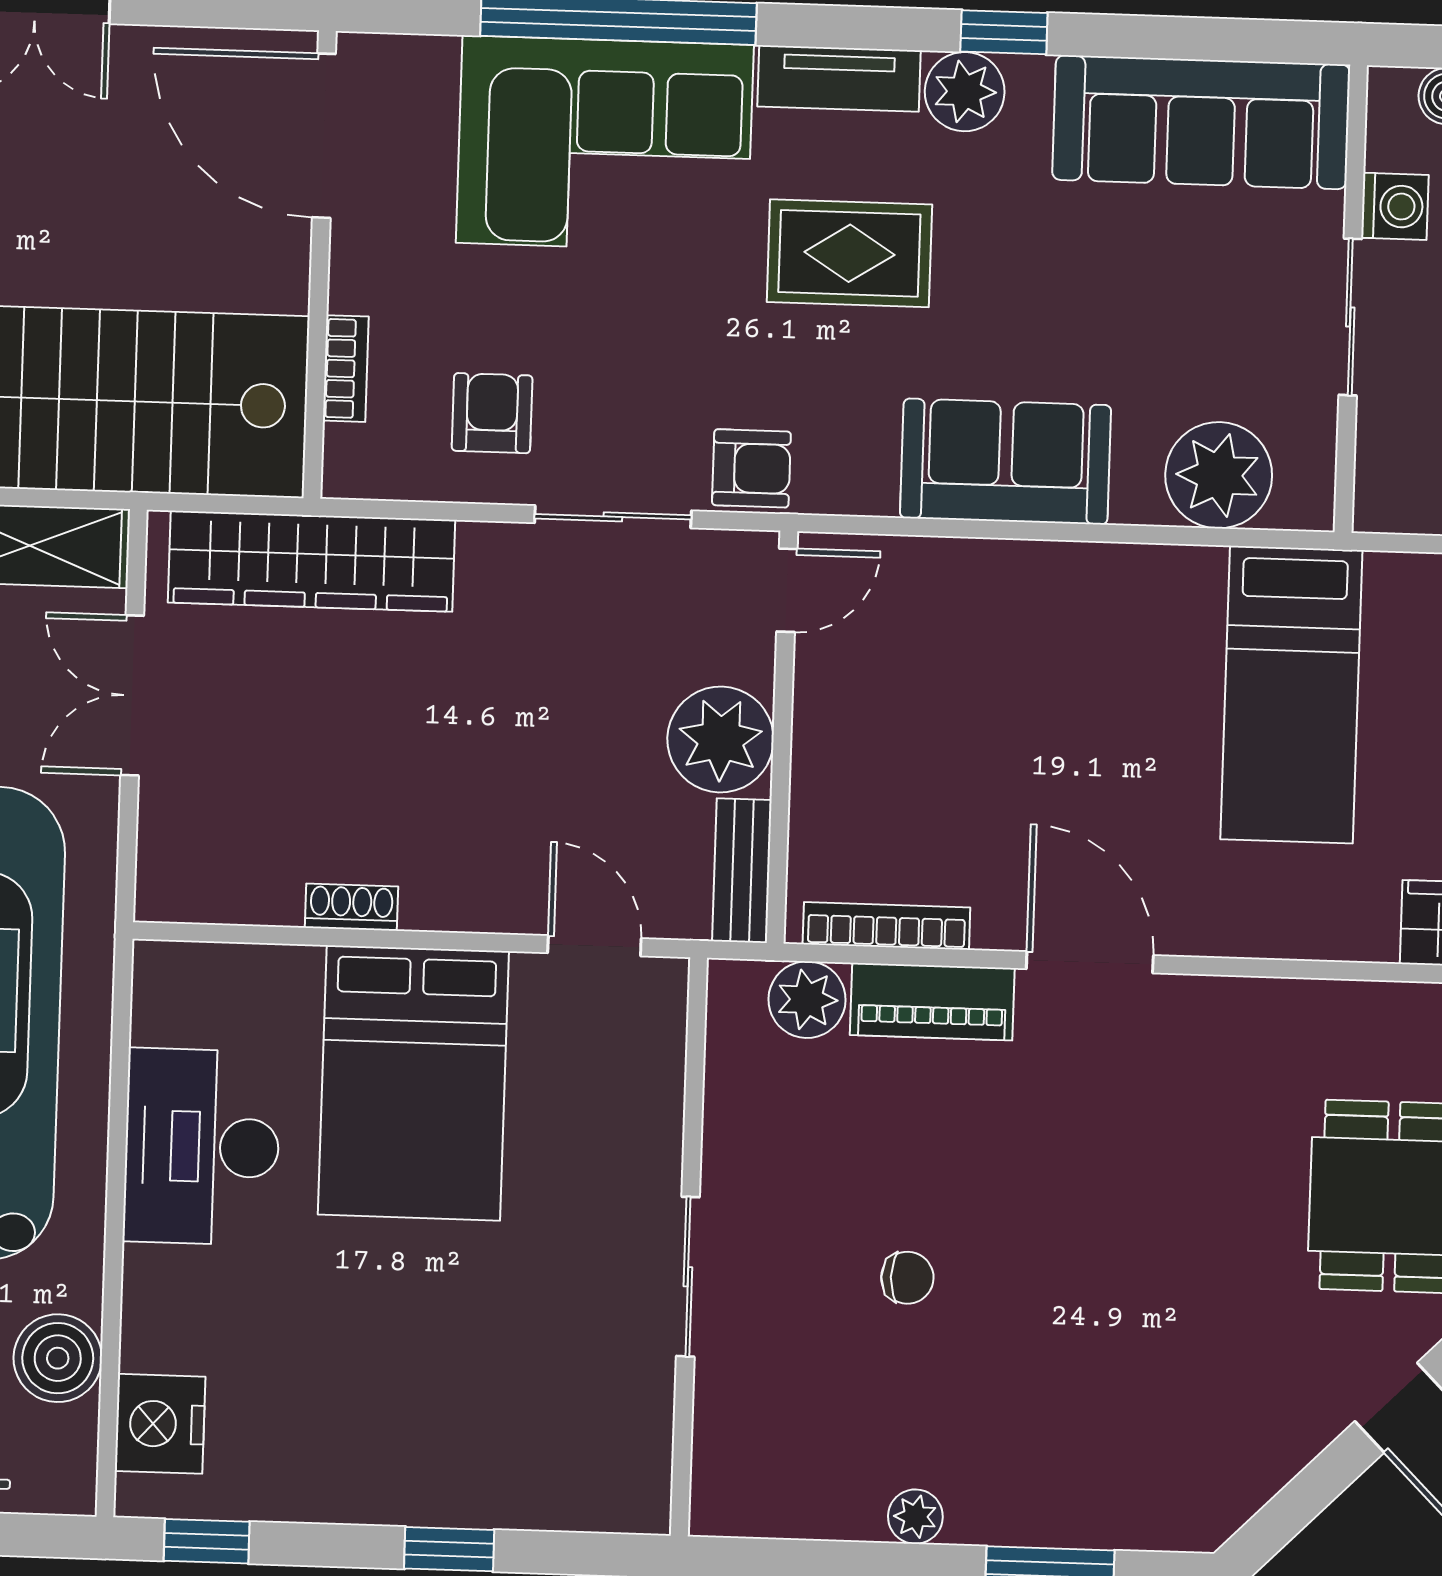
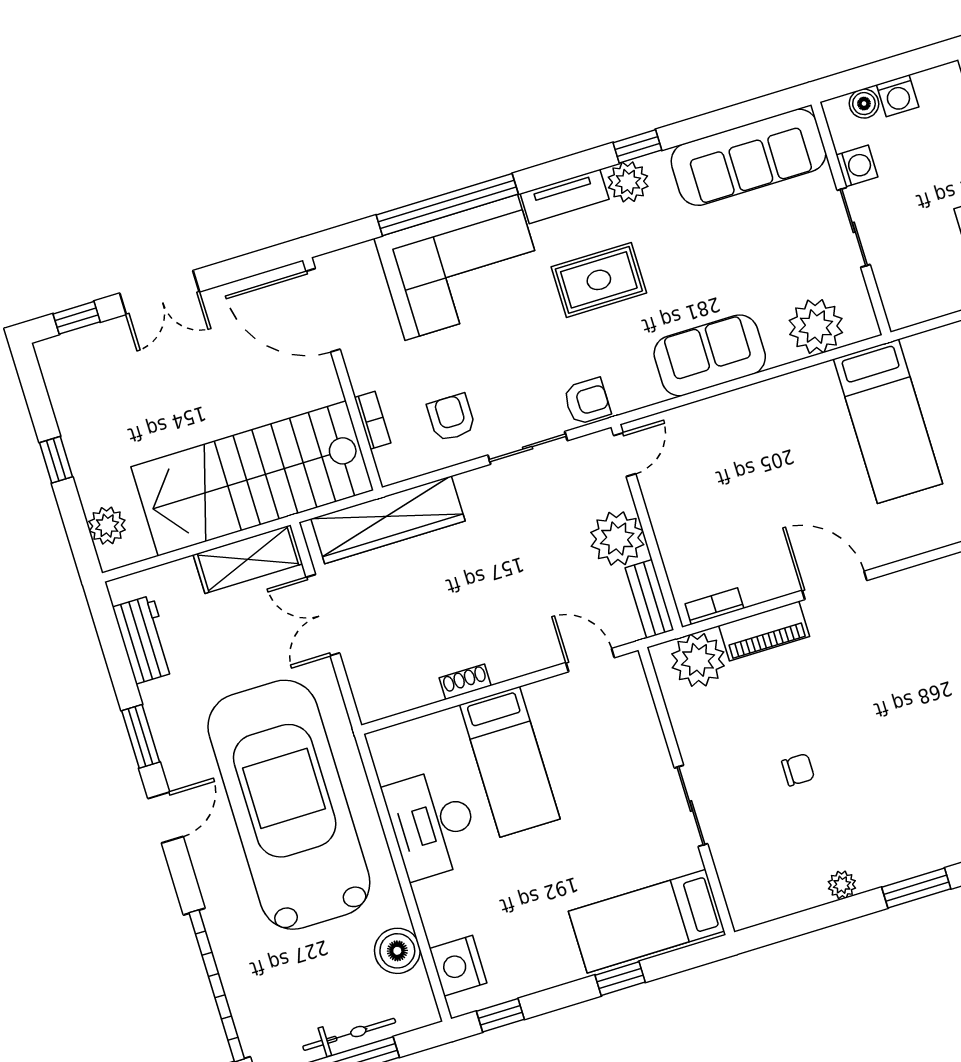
bookcase: (886, 926) -> (714, 606), width x0.64
plant: (807, 1000) -> (698, 660), width x1.36, depth x1.36
bed: (413, 1083) -> (510, 762), width x0.67
bed: (534, 1460) -> (647, 921), added

